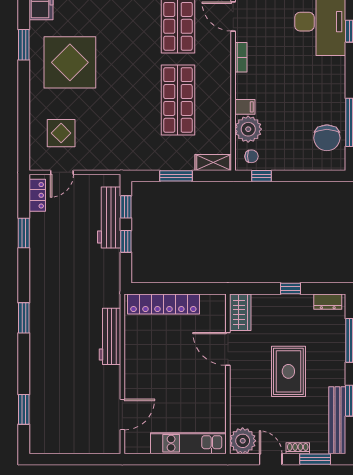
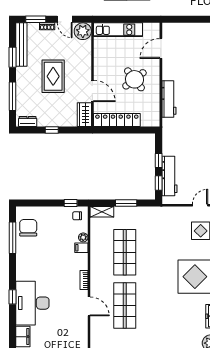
plant: (248, 129) -> (83, 237), width x0.53, depth x0.53
locker: (163, 304) -> (117, 120), moved
round table: (163, 367) -> (134, 79), added

